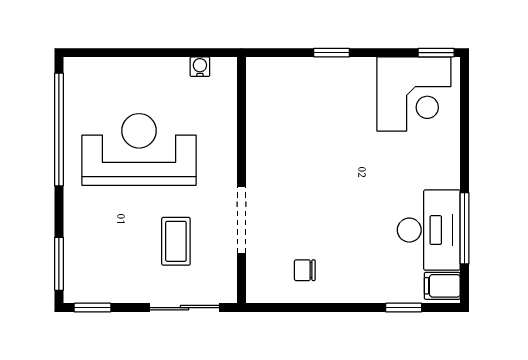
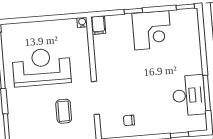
water cooler: (200, 67) -> (82, 22), moved
corner desk: (414, 94) -> (152, 30), moved
filing cabinet: (442, 286) -> (98, 25), moved, turned -90

